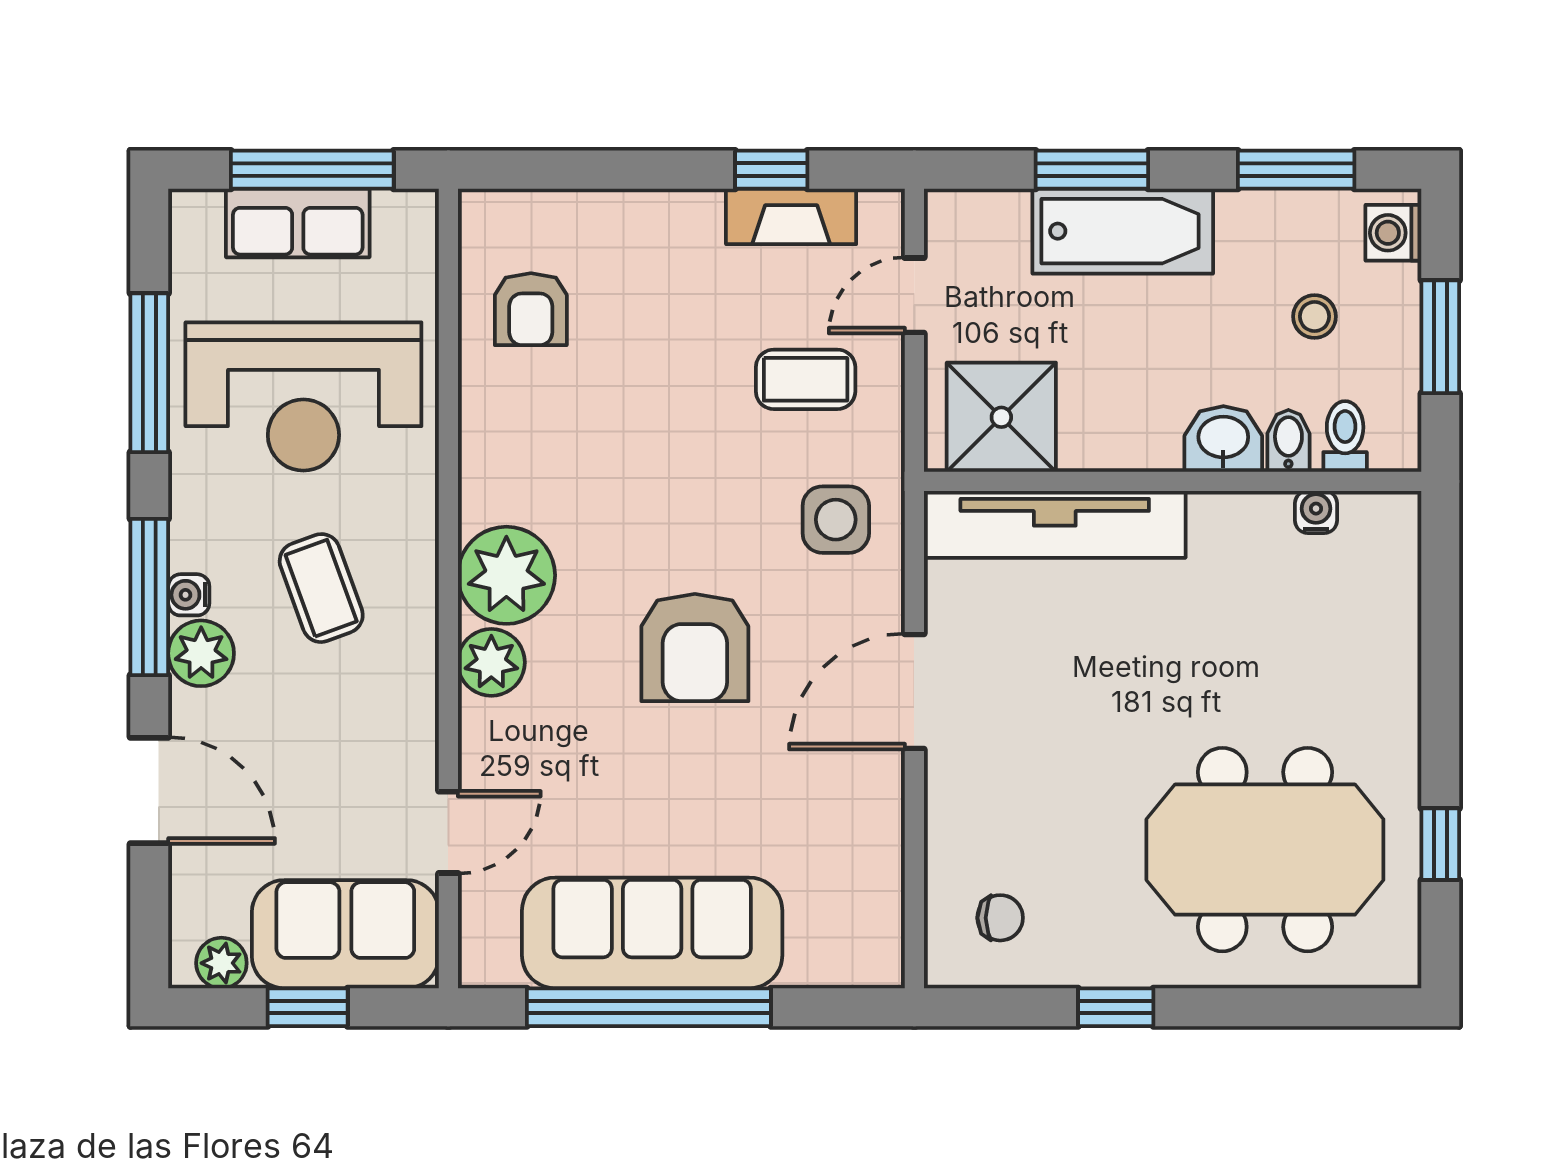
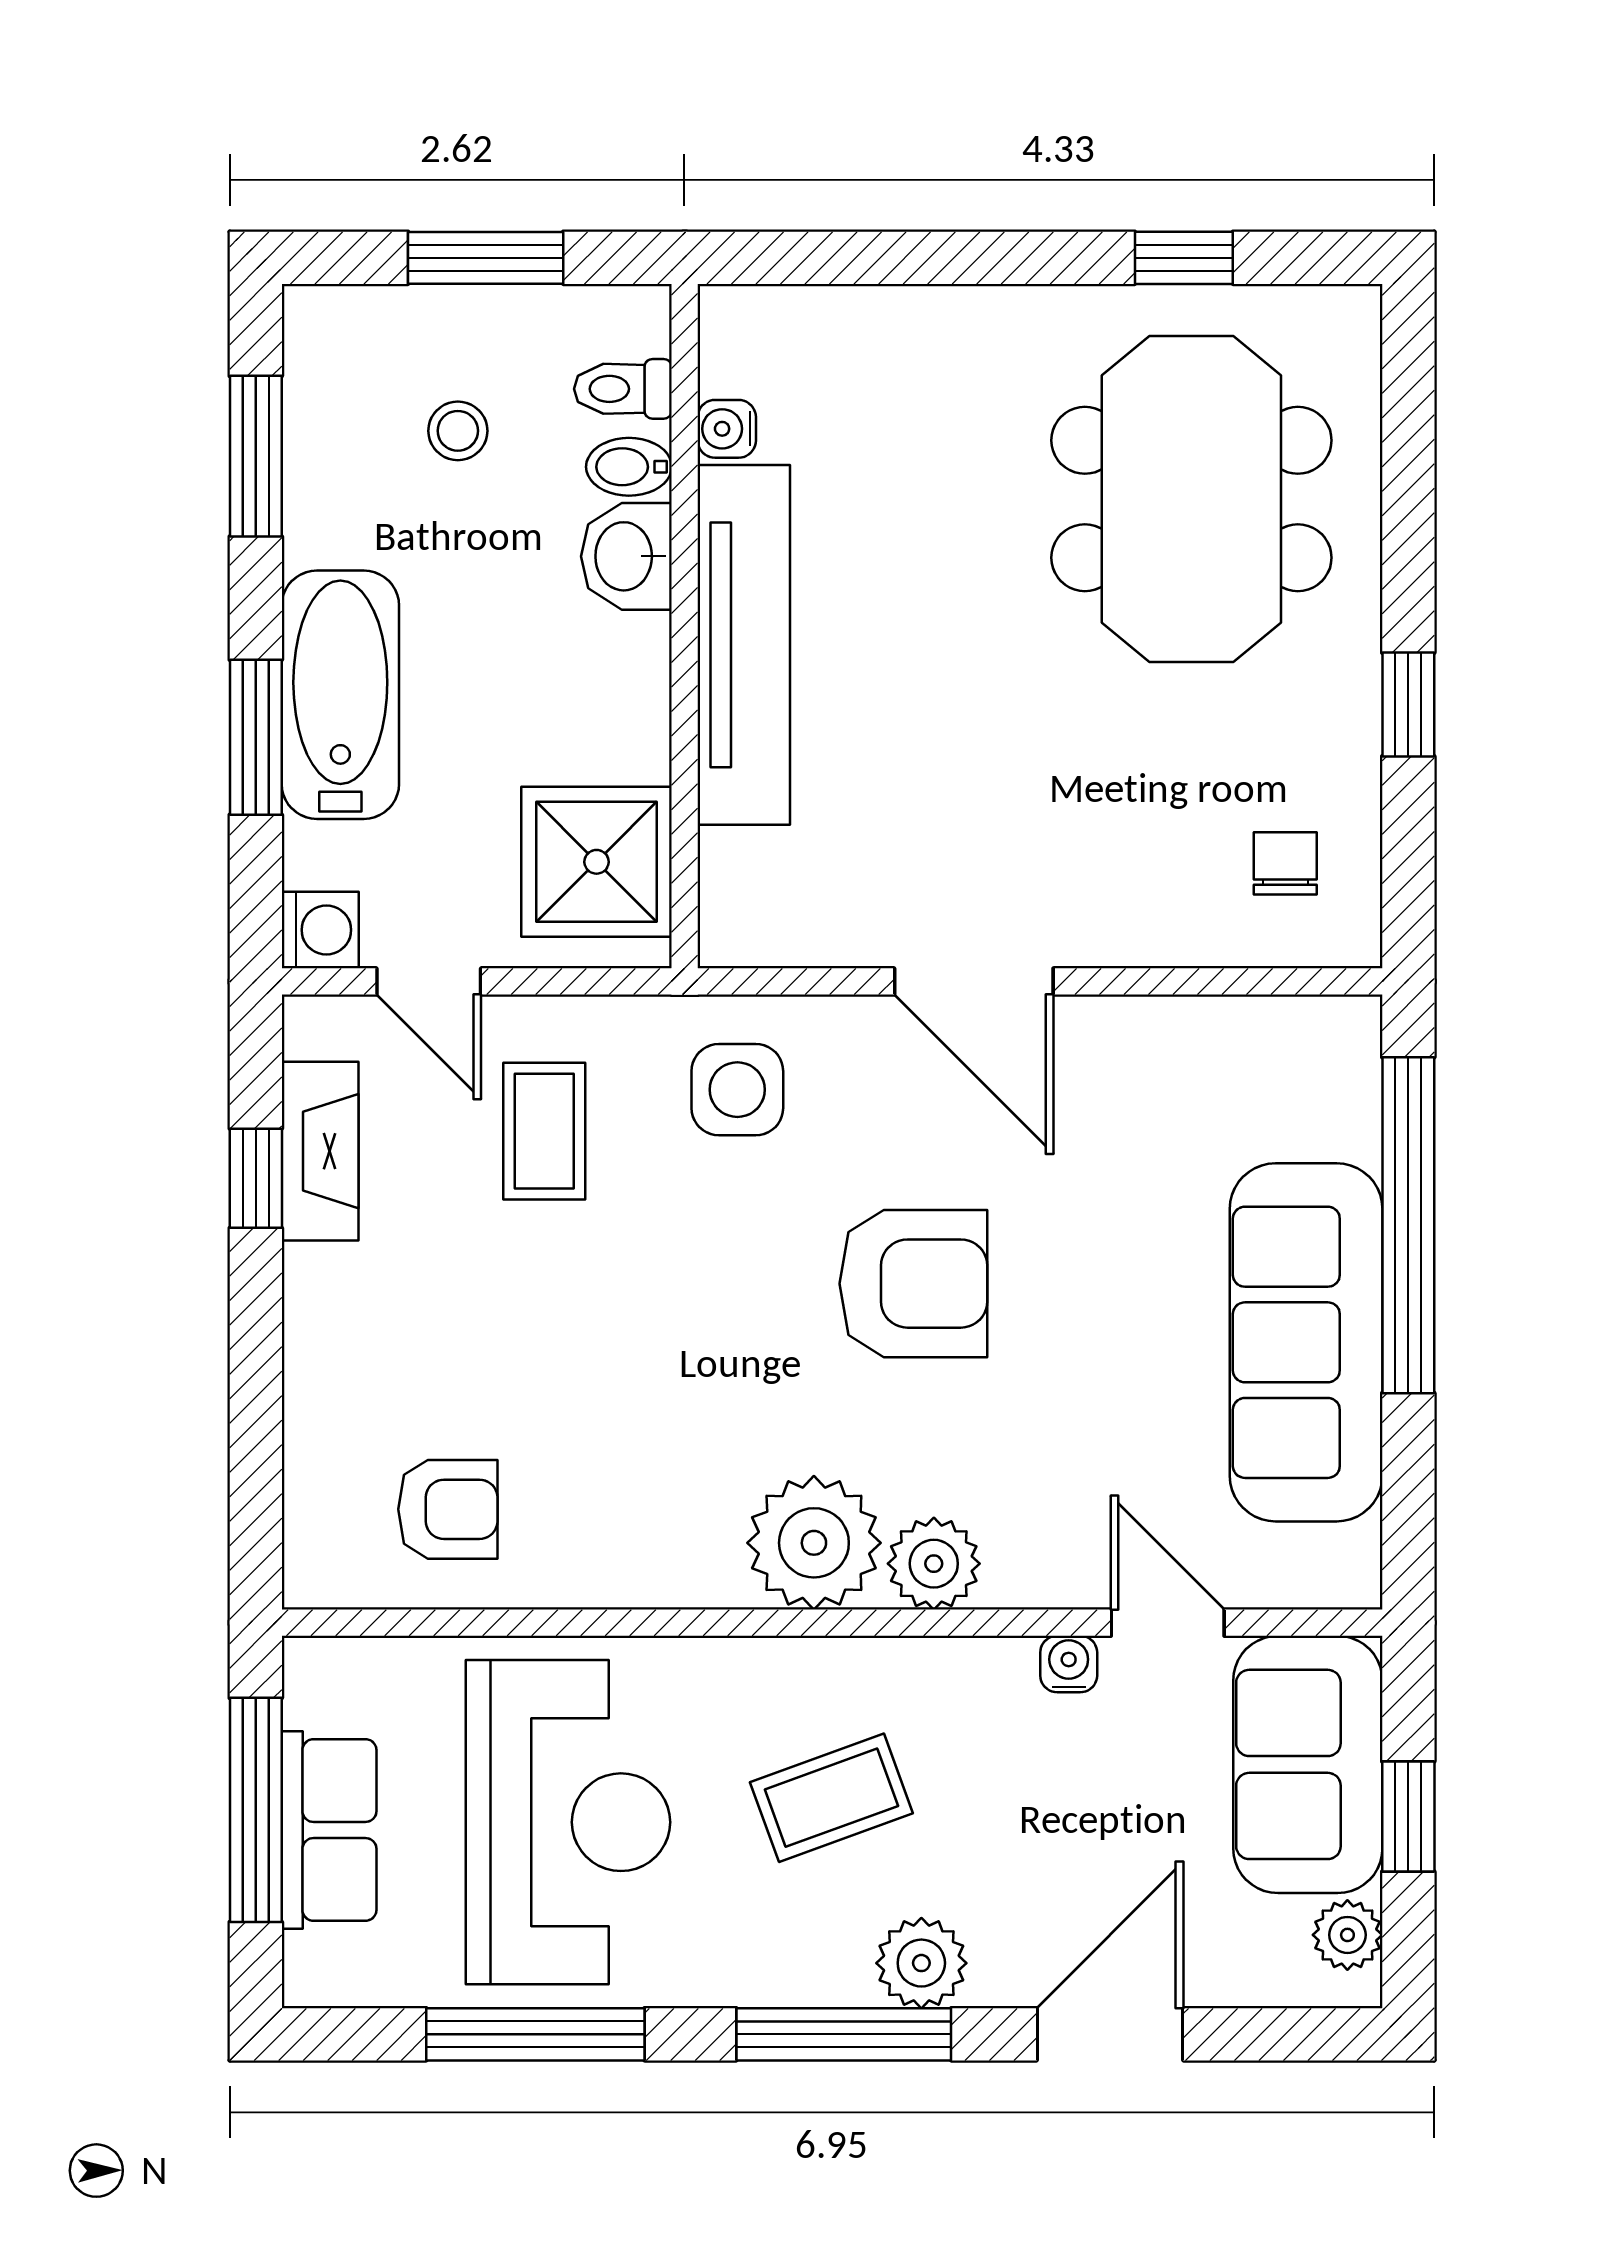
washing machine: (1393, 233) -> (320, 930), moved, turned -90
tv unit: (1055, 524) -> (744, 645), moved
water cooler: (189, 595) -> (1069, 1664), moved, turned 180
window: (649, 1007) -> (1408, 1225), moved

